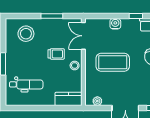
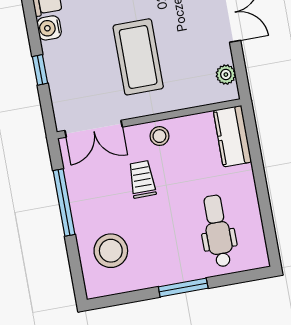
window: (52, 16) -> (64, 203), width x1.44
window: (136, 16) -> (40, 70), moved
water cooler: (115, 24) -> (49, 28), moved

